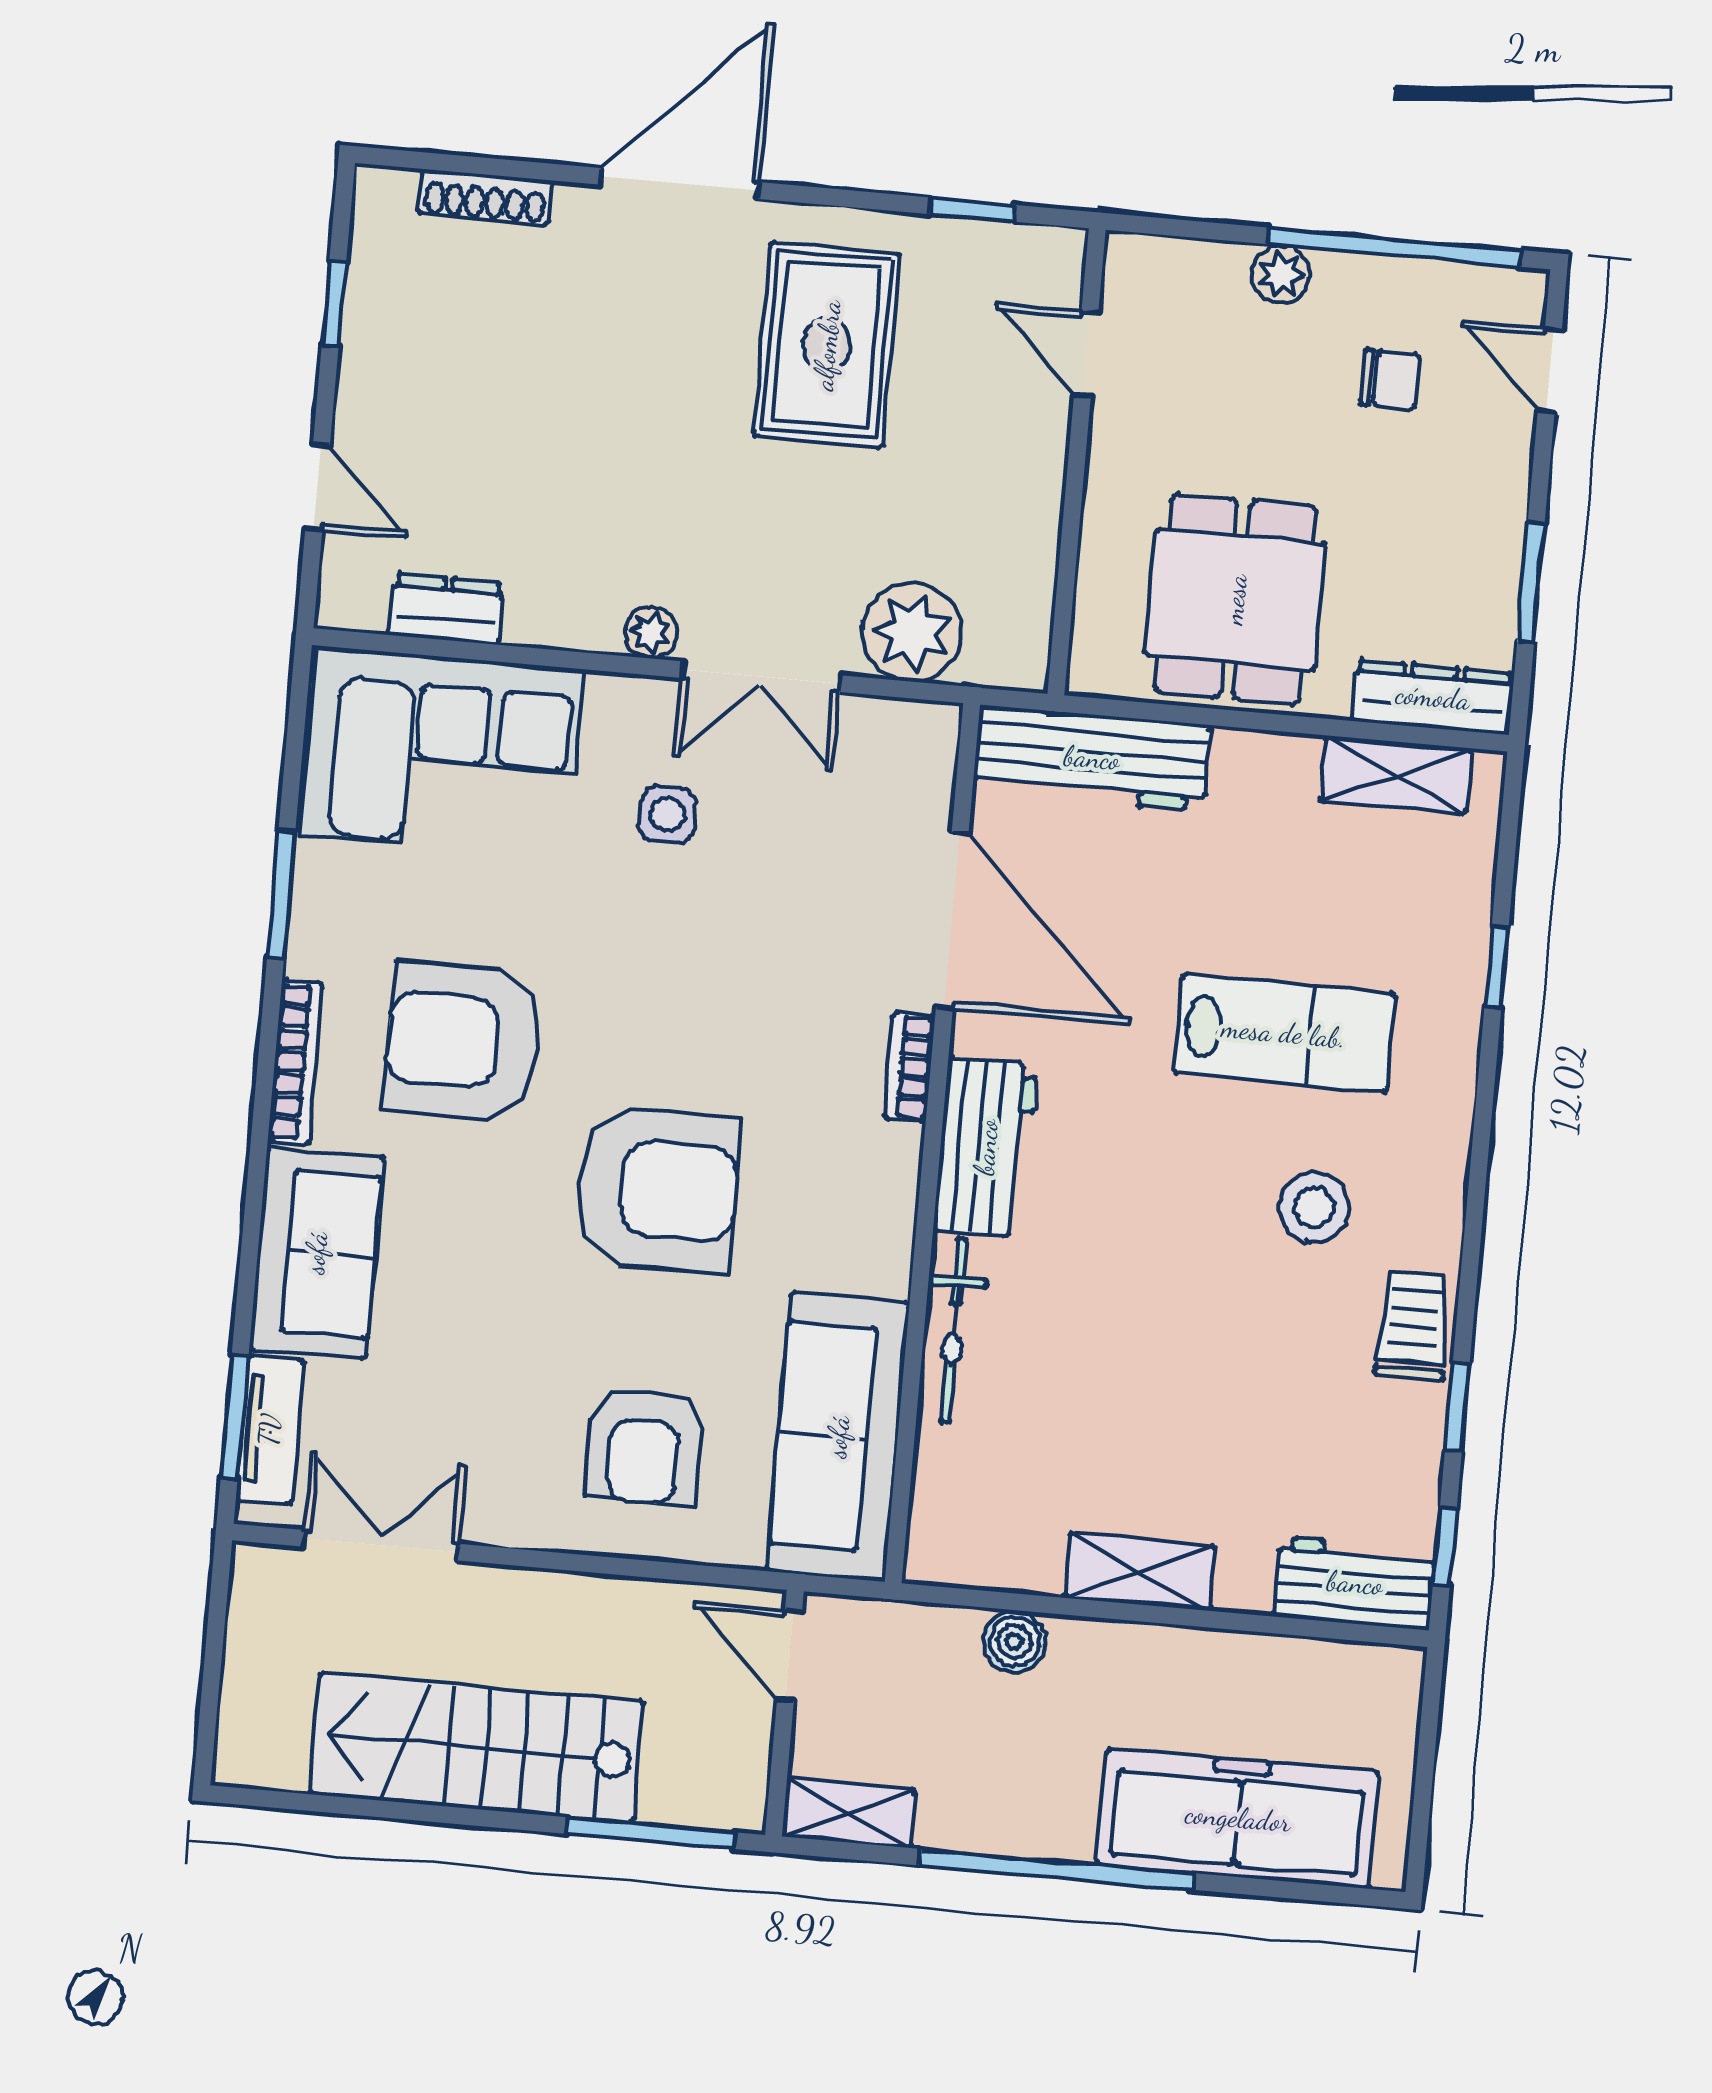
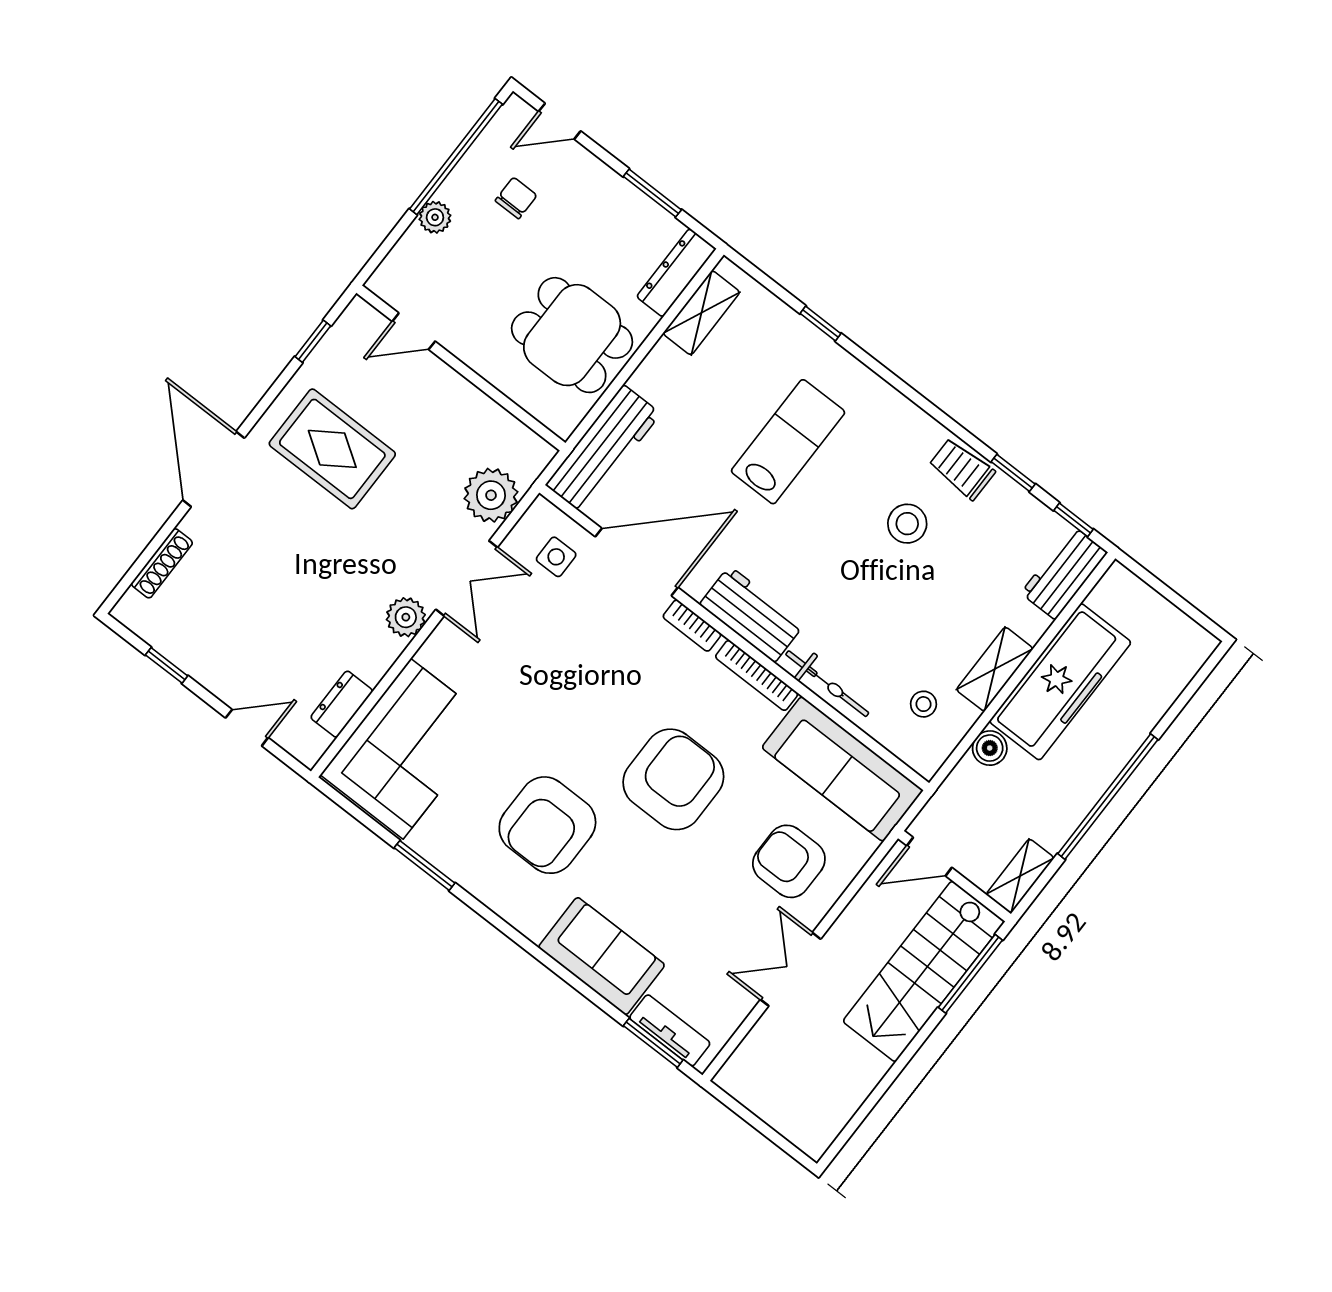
plant: (651, 632) -> (406, 617), width x1.38, depth x1.38
side table: (667, 815) -> (556, 557), moved
bookcase: (295, 1062) -> (757, 675), moved, turned 180
stool: (1314, 1207) -> (907, 524), moved
armchair: (645, 1446) -> (789, 861), turned 180
stool: (1017, 1497) -> (924, 704), added
double door: (381, 1545) -> (791, 969), moved
stairs: (476, 1748) -> (924, 971), moved
freezer: (1238, 1818) -> (1060, 682), moved, turned 180

